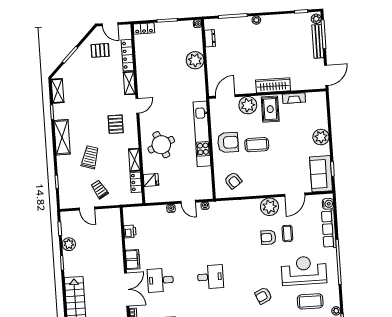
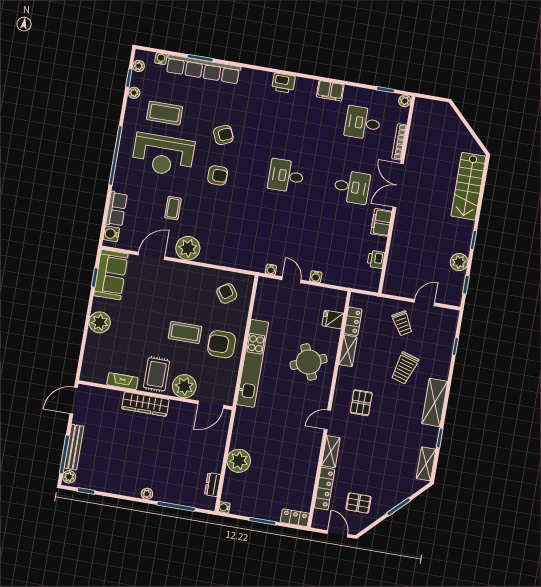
door: (87, 208) -> (424, 303), hinge flipped
row of seats: (329, 229) -> (117, 209), width x0.68
armchair: (268, 237) -> (218, 175), moved

